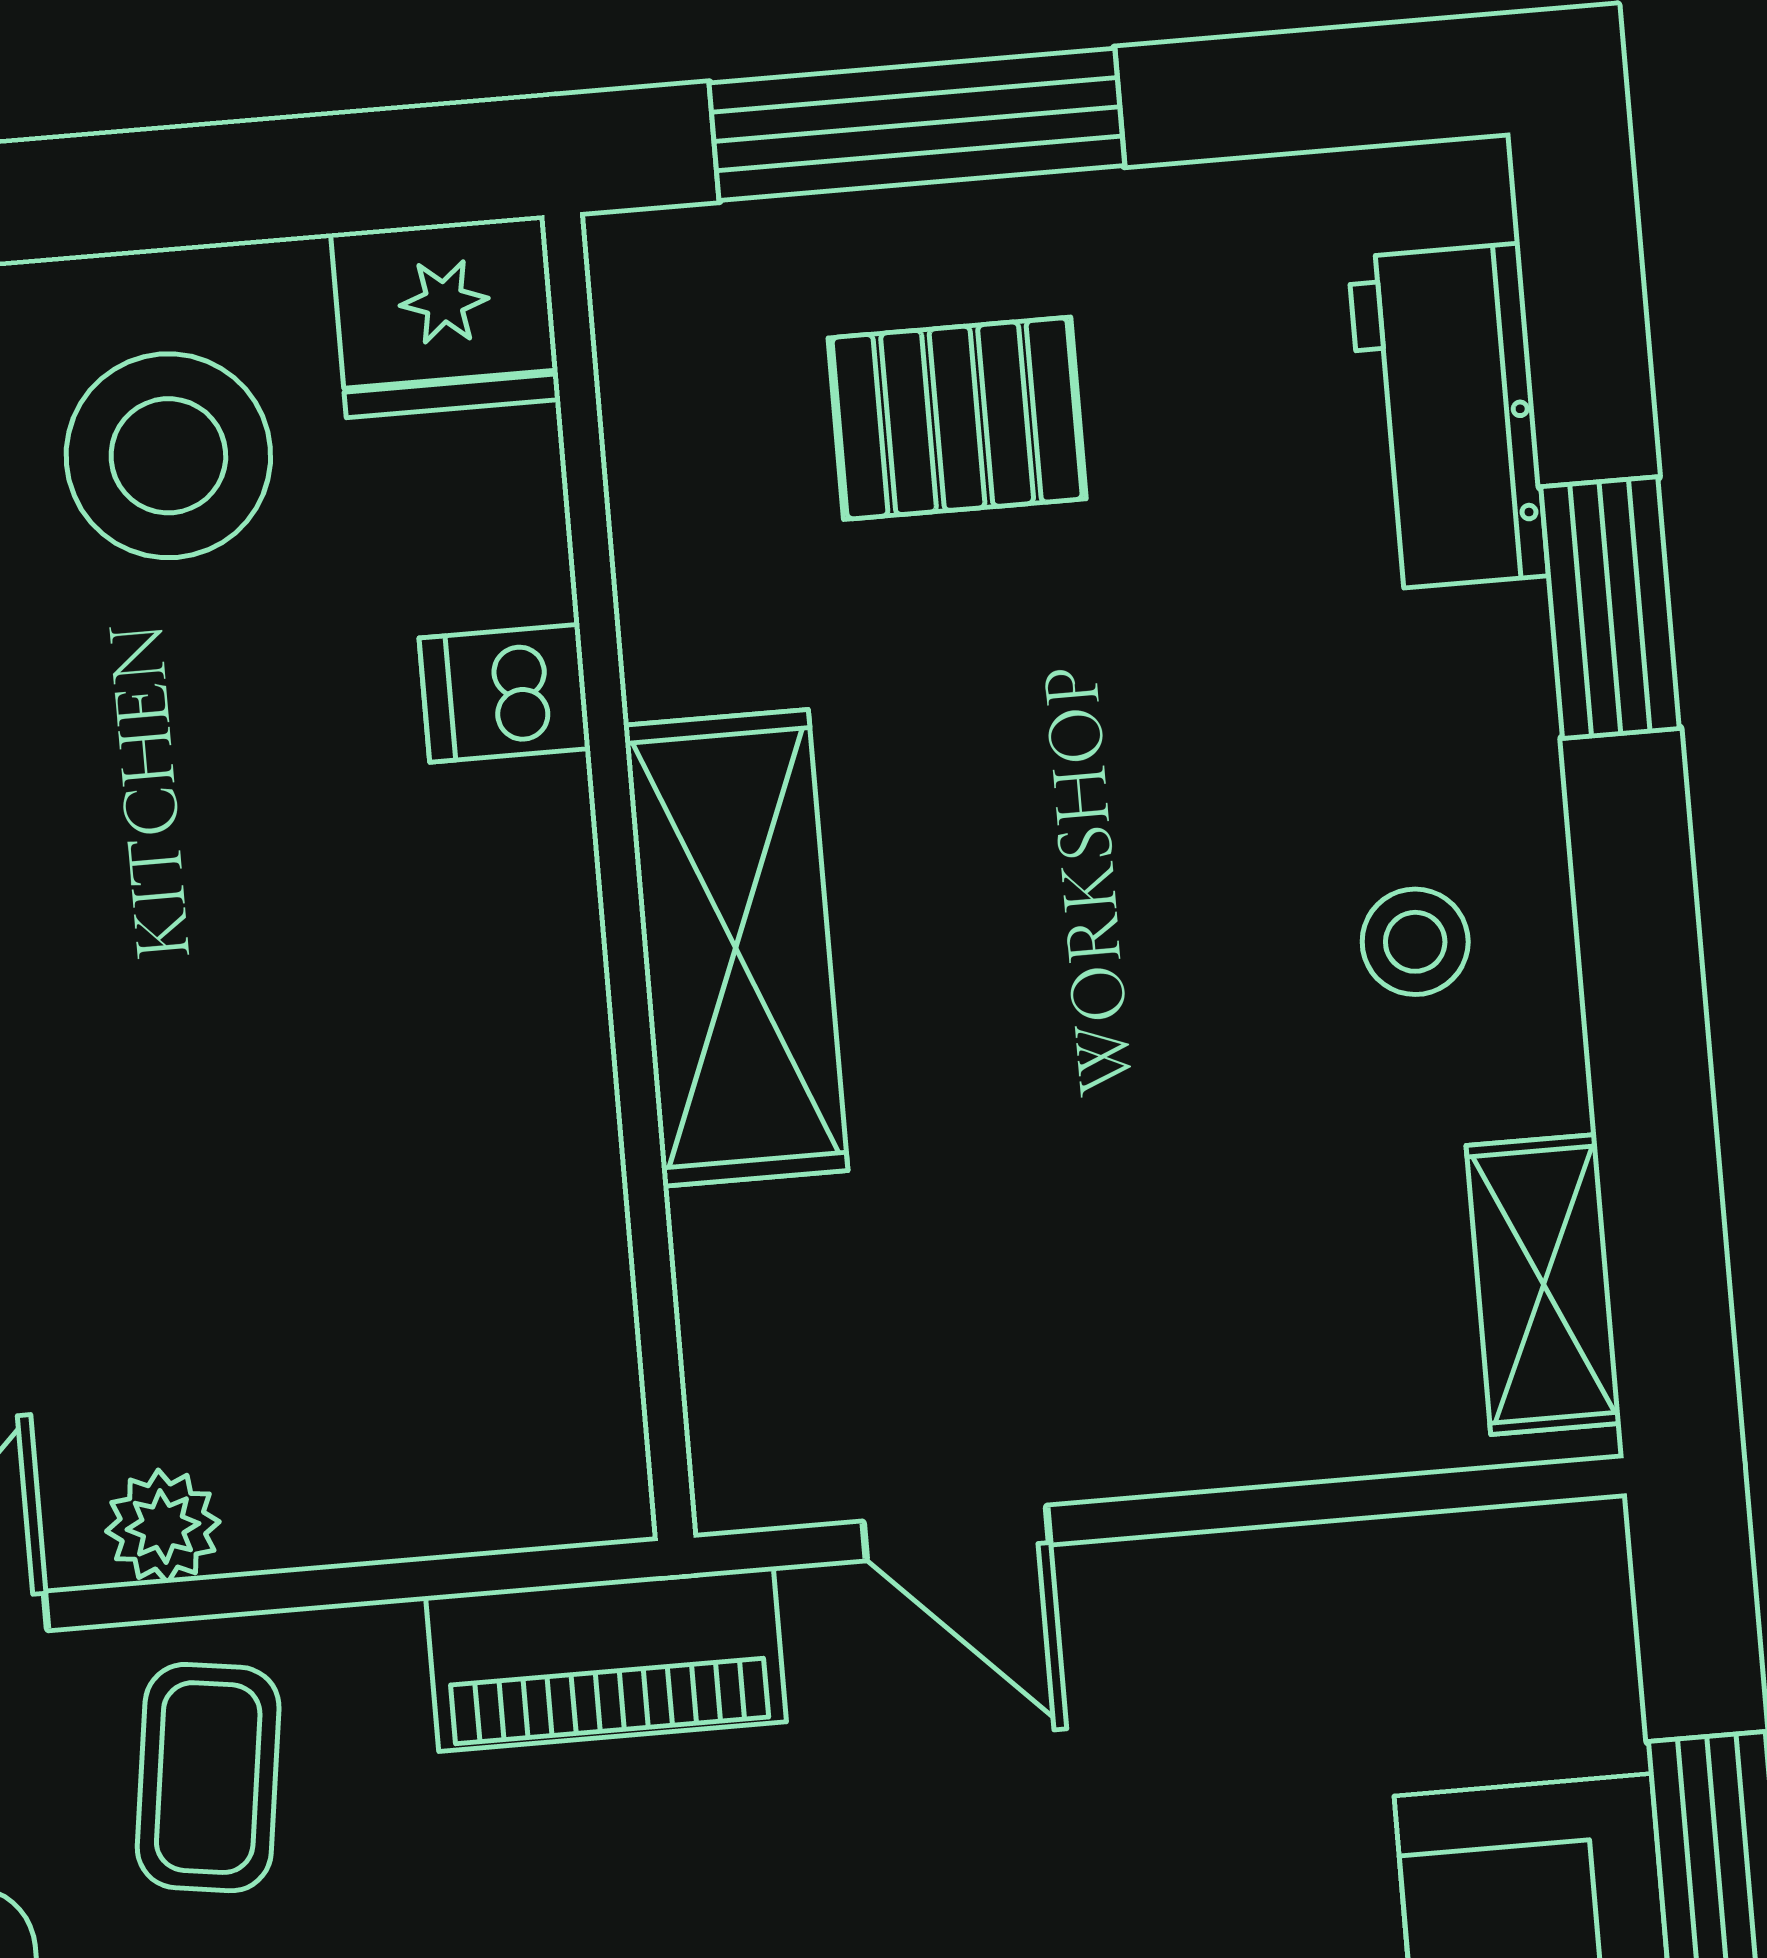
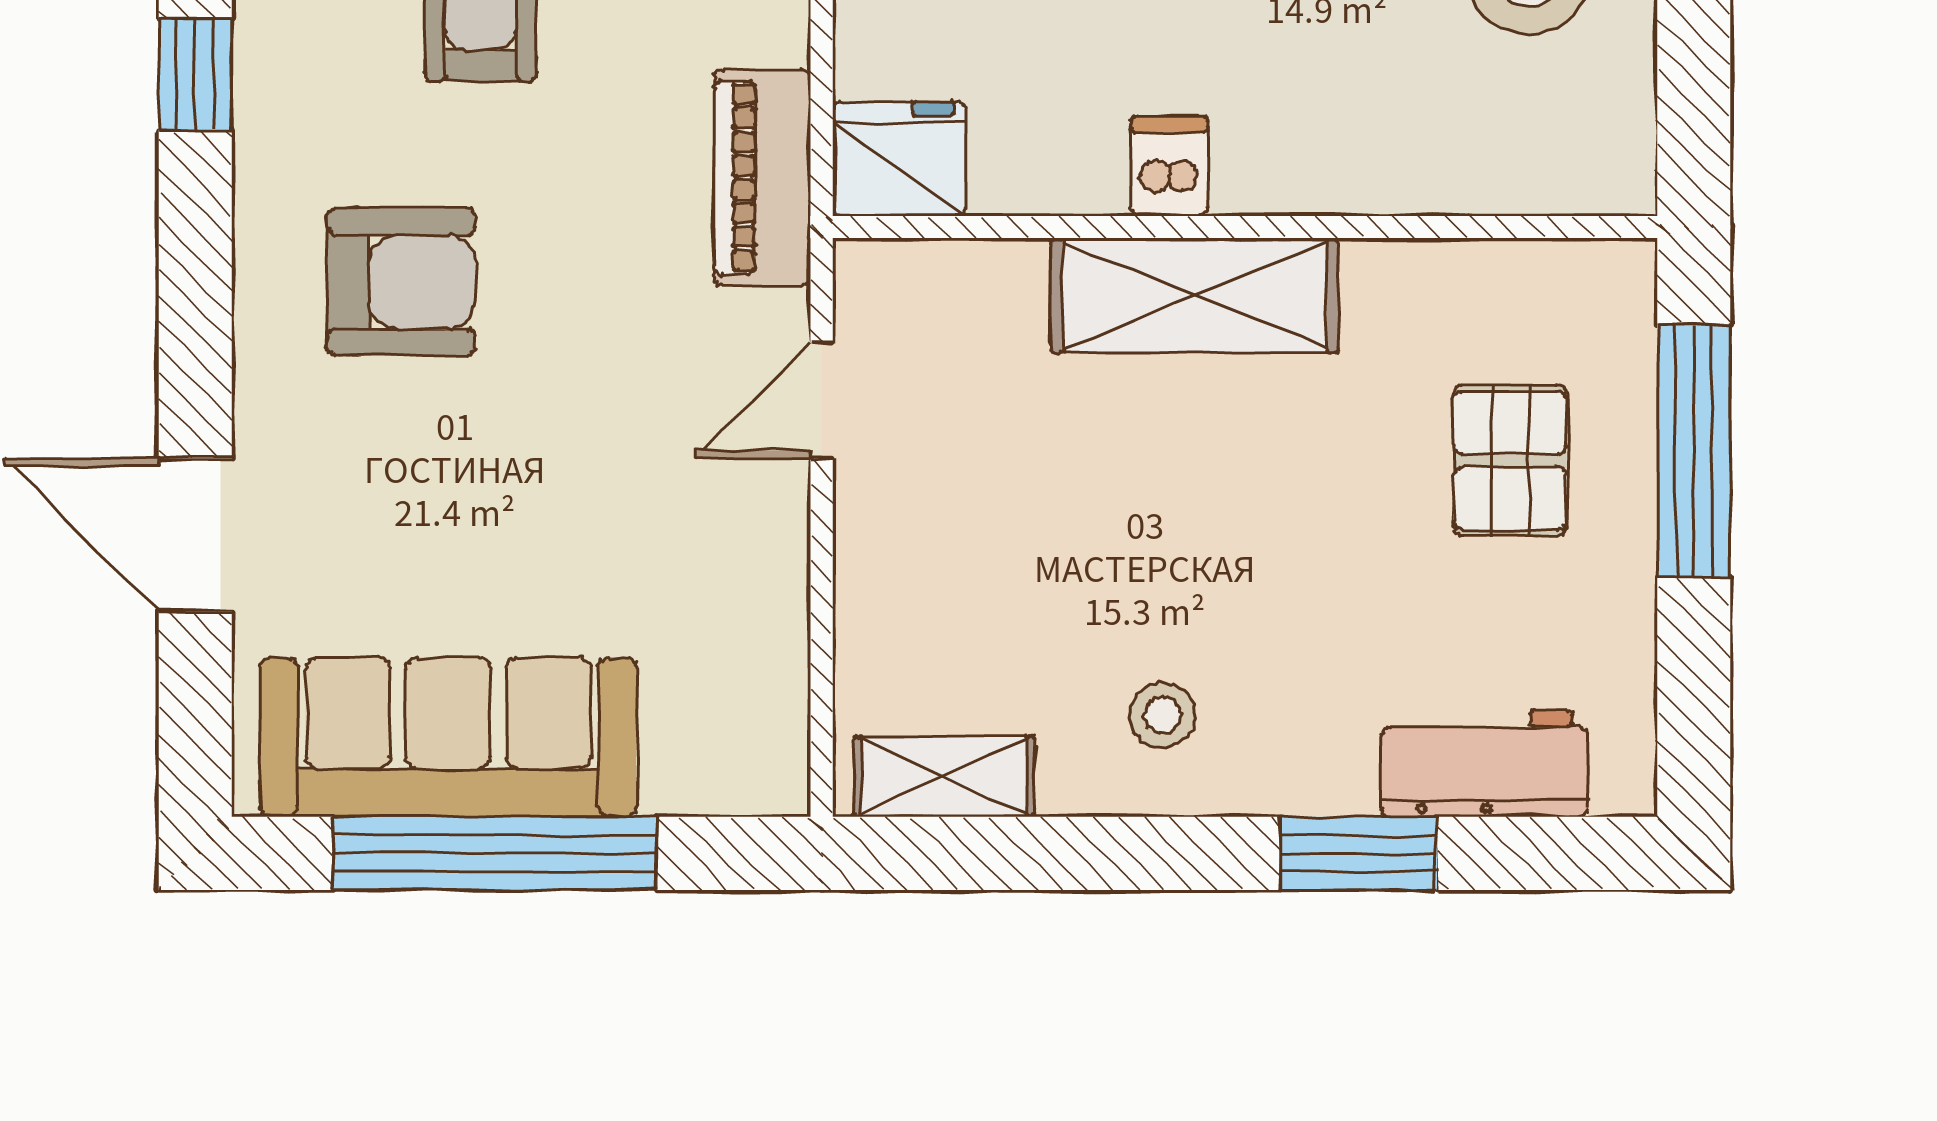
fridge: (445, 317) -> (899, 159), moved, turned 90
dishwasher: (505, 693) -> (1169, 166), moved

